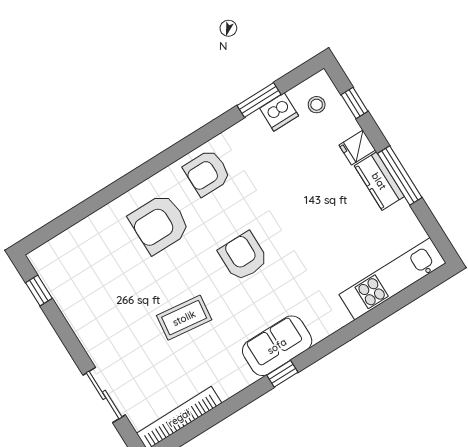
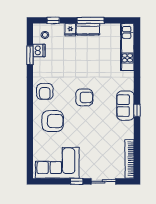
armchair: (159, 224) -> (53, 121), turned -90
armchair: (243, 256) -> (84, 97), turned 180
corner sofa: (84, 283) -> (57, 163), added
window: (39, 291) -> (77, 181), moved
coffee table: (184, 318) -> (93, 134), removed

